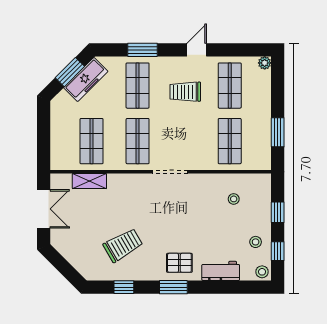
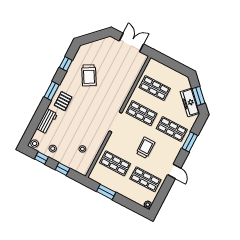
trolley: (185, 92) -> (145, 148), moved
shelving: (89, 181) -> (133, 75), removed
double door: (44, 209) -> (131, 42), swing flipped

